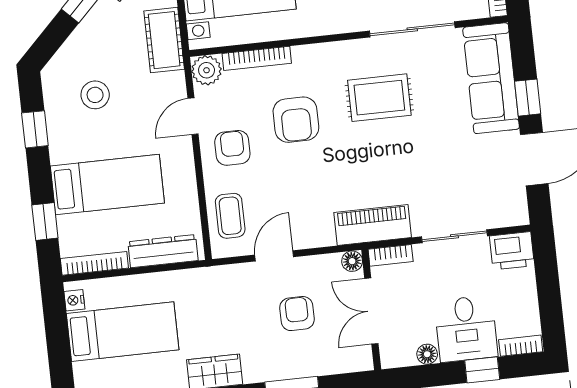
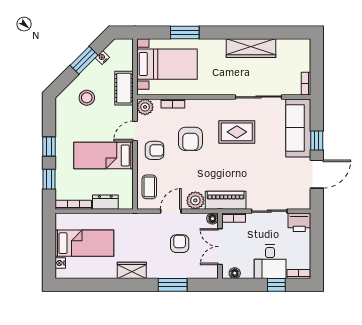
bookcase: (257, 58) -> (173, 104), width x0.64
stool: (95, 95) -> (87, 98), moved
window: (35, 129) -> (49, 146), moved
armchair: (232, 148) -> (154, 150), turned 90
bed: (107, 184) -> (103, 155), moved, turned 180
plant: (317, 231) -> (195, 200), added
dresser: (163, 251) -> (105, 202), width x0.70
nightstand: (74, 300) -> (60, 263), moved
floor lamp: (427, 354) -> (235, 273), moved

